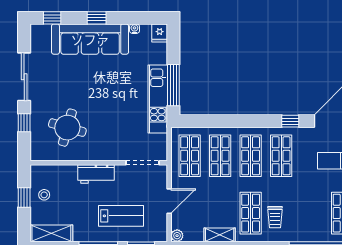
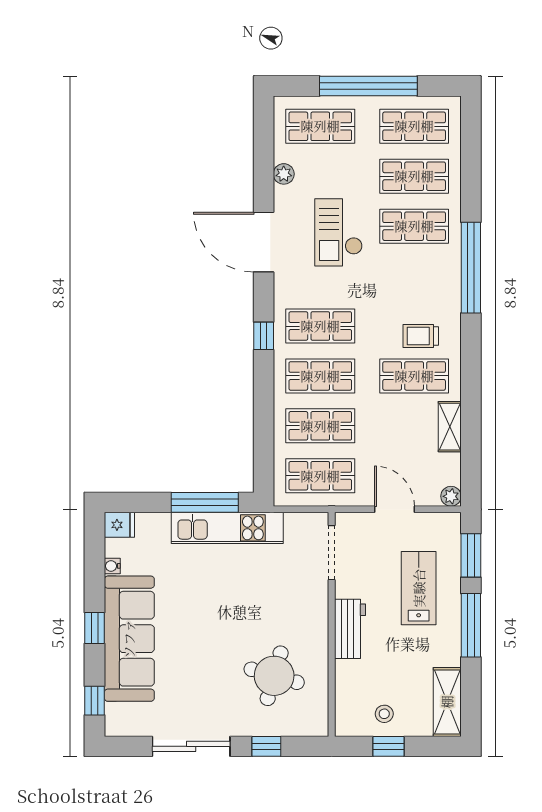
window: (290, 121) -> (264, 336), moved
trolley: (275, 217) -> (421, 336), turned 180

